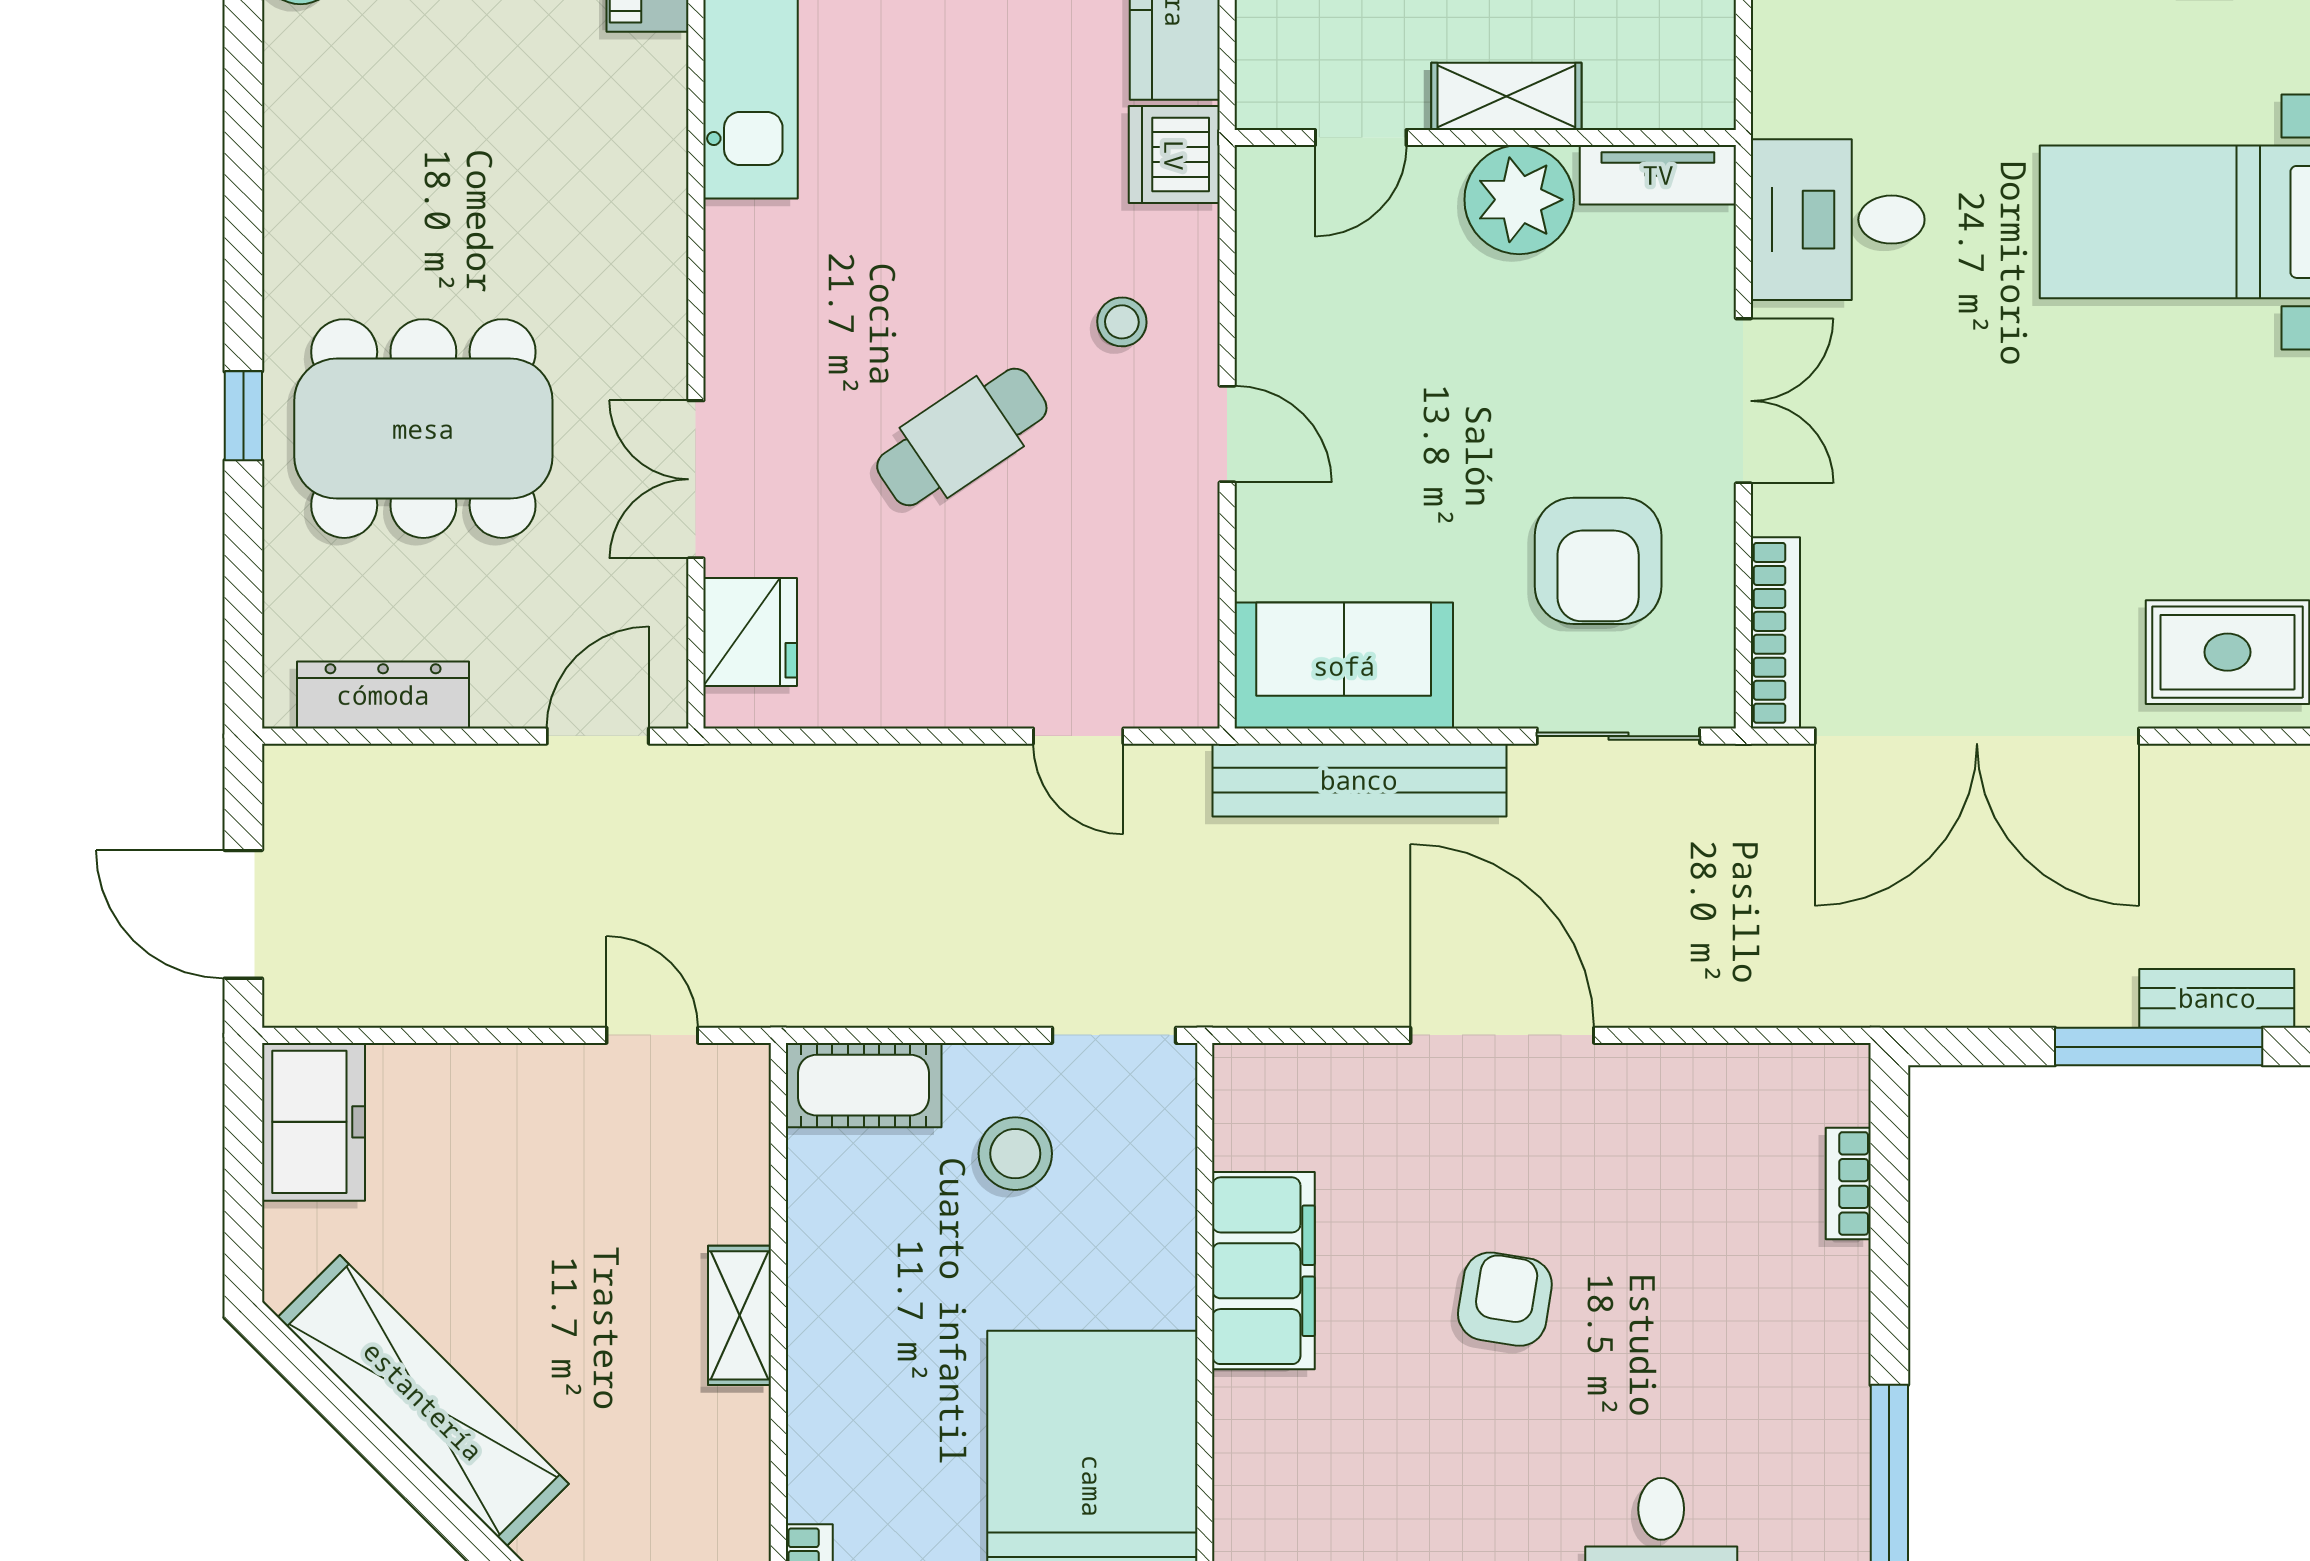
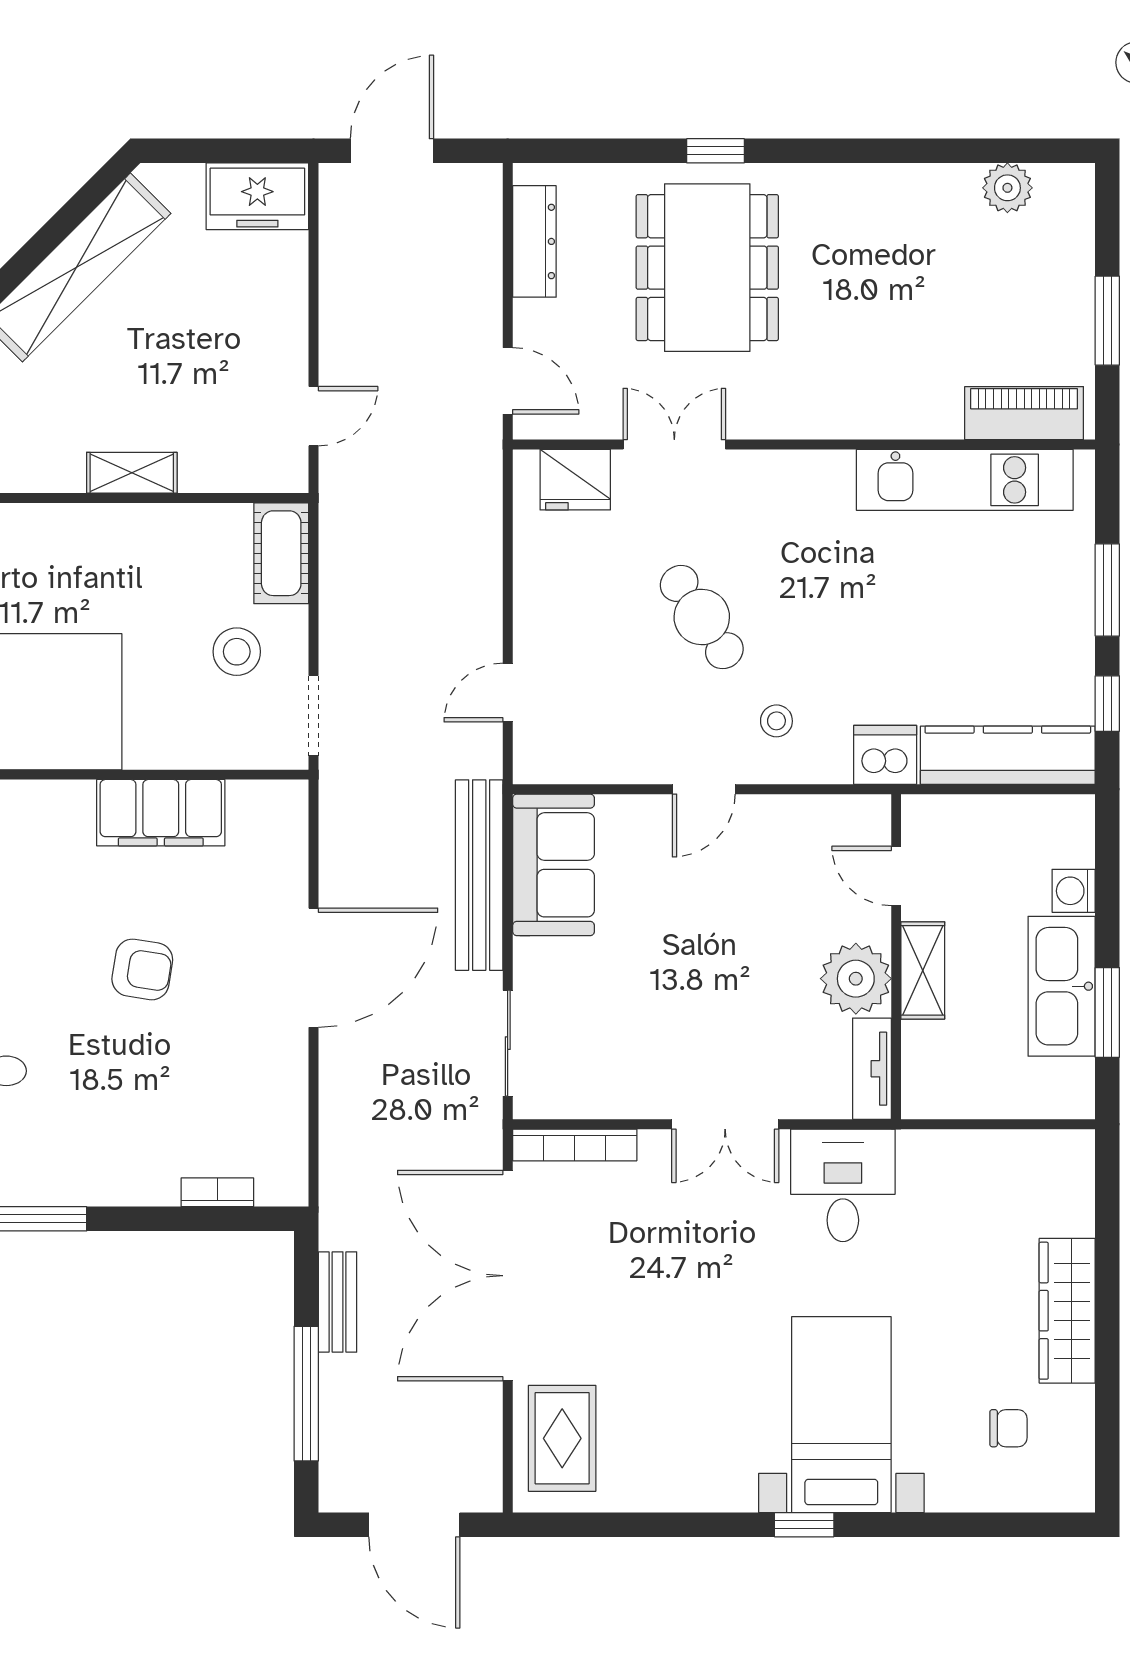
armchair: (1598, 561) -> (621, 1030), removed
bench: (2217, 998) -> (338, 1302), moved

